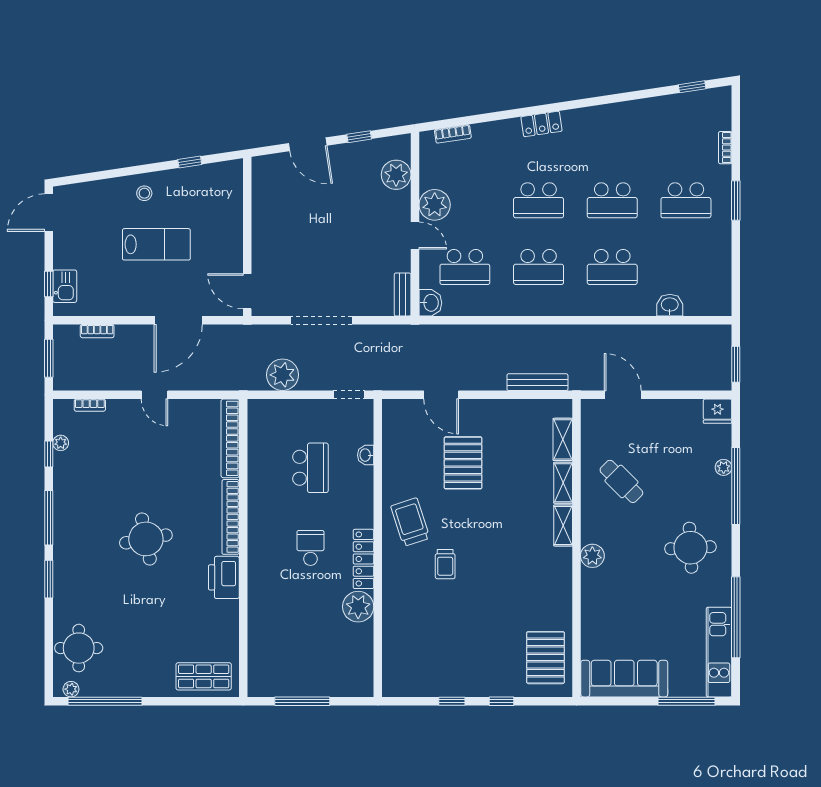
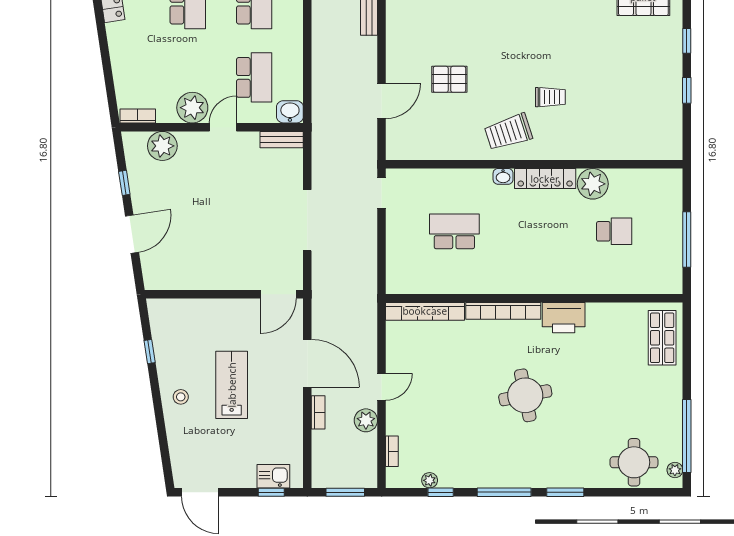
bookcase: (453, 134) -> (138, 116), moved, turned -81
bookcase: (97, 331) -> (318, 412), moved
plant: (282, 375) -> (366, 420), moved, width x0.73, depth x0.73
washbasin: (366, 455) -> (503, 176), moved
pallet: (463, 463) -> (449, 79), width x0.67, depth x0.71
school desk: (310, 548) -> (614, 231), moved, turned 180

